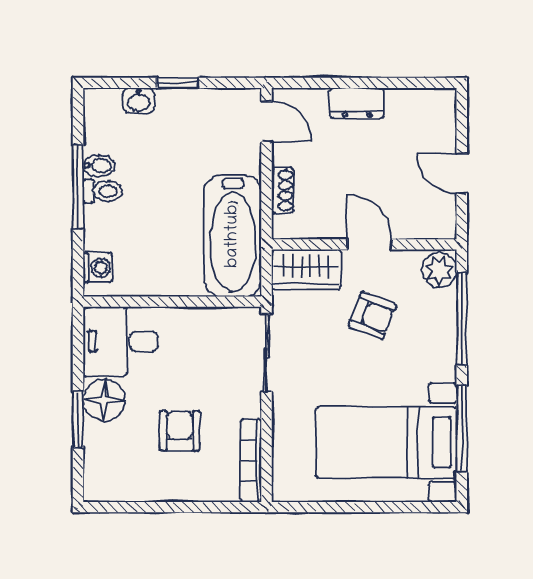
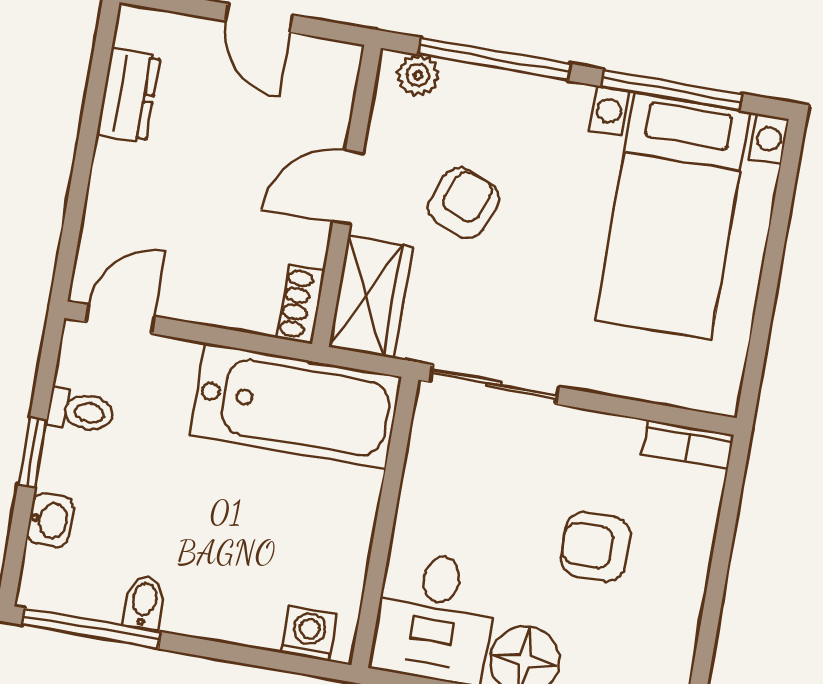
dresser: (357, 103) -> (128, 95), moved
door: (462, 173) -> (259, 18), hinge flipped
window: (78, 187) -> (92, 628), moved
shoe rack: (283, 190) -> (301, 304), moved, turned -90
toilet: (103, 191) -> (81, 411), moved, turned 90
plant: (439, 270) -> (418, 75), width x0.73, depth x0.73
bookcase: (251, 461) -> (688, 444), width x0.64

